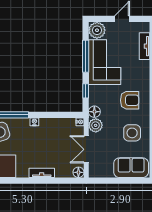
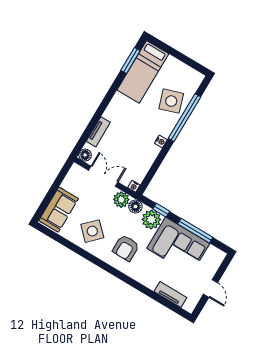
plant: (97, 30) -> (151, 220), moved
side table: (132, 133) -> (92, 231), turned 45
tv unit: (42, 173) -> (98, 132), moved

